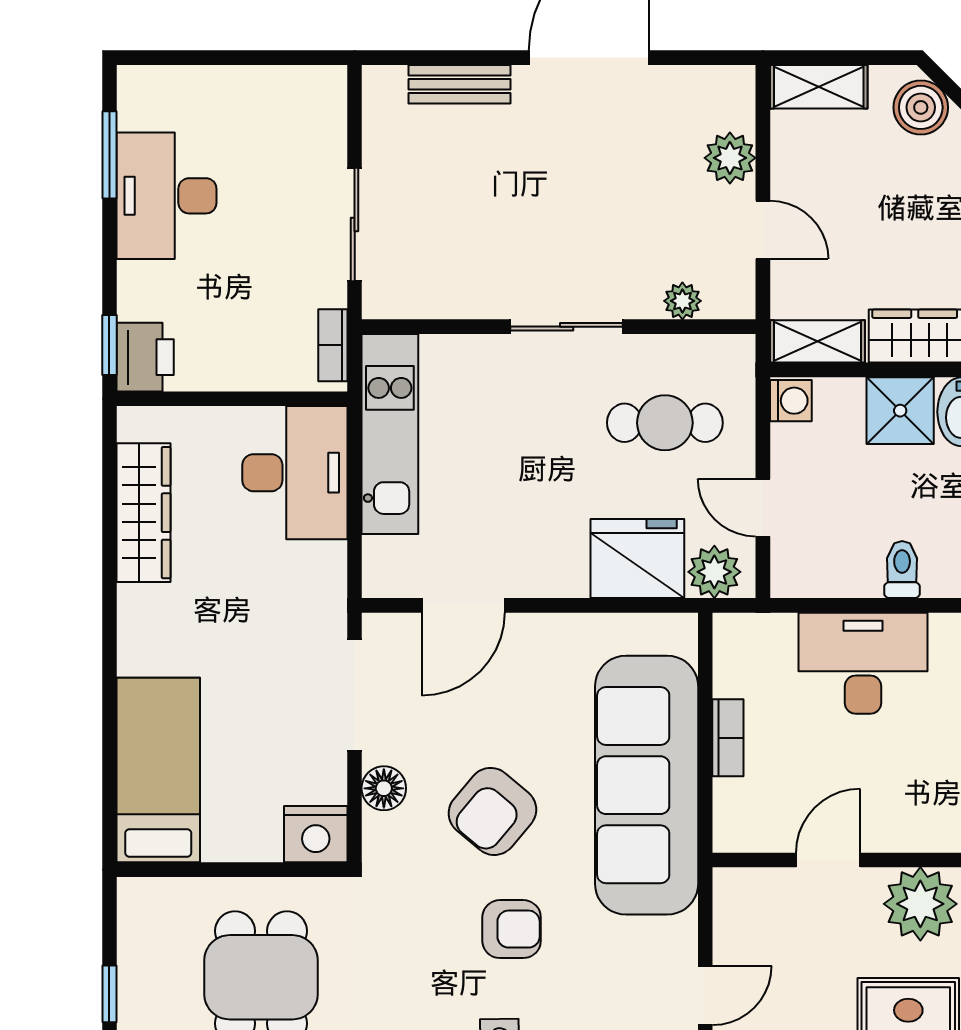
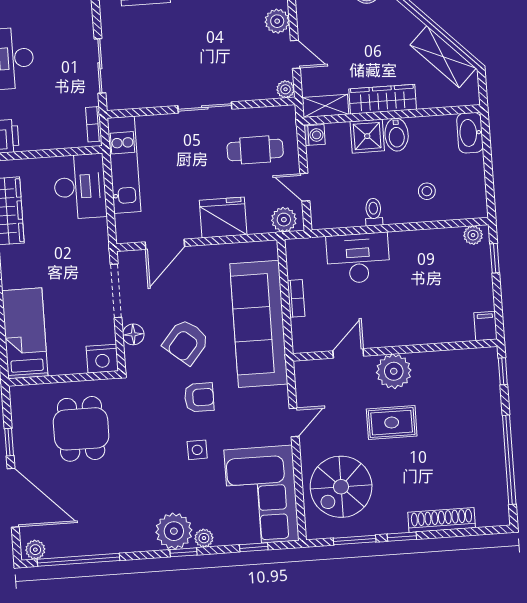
plant: (682, 301) -> (286, 89), moved
fridge: (637, 558) -> (223, 218), moved

